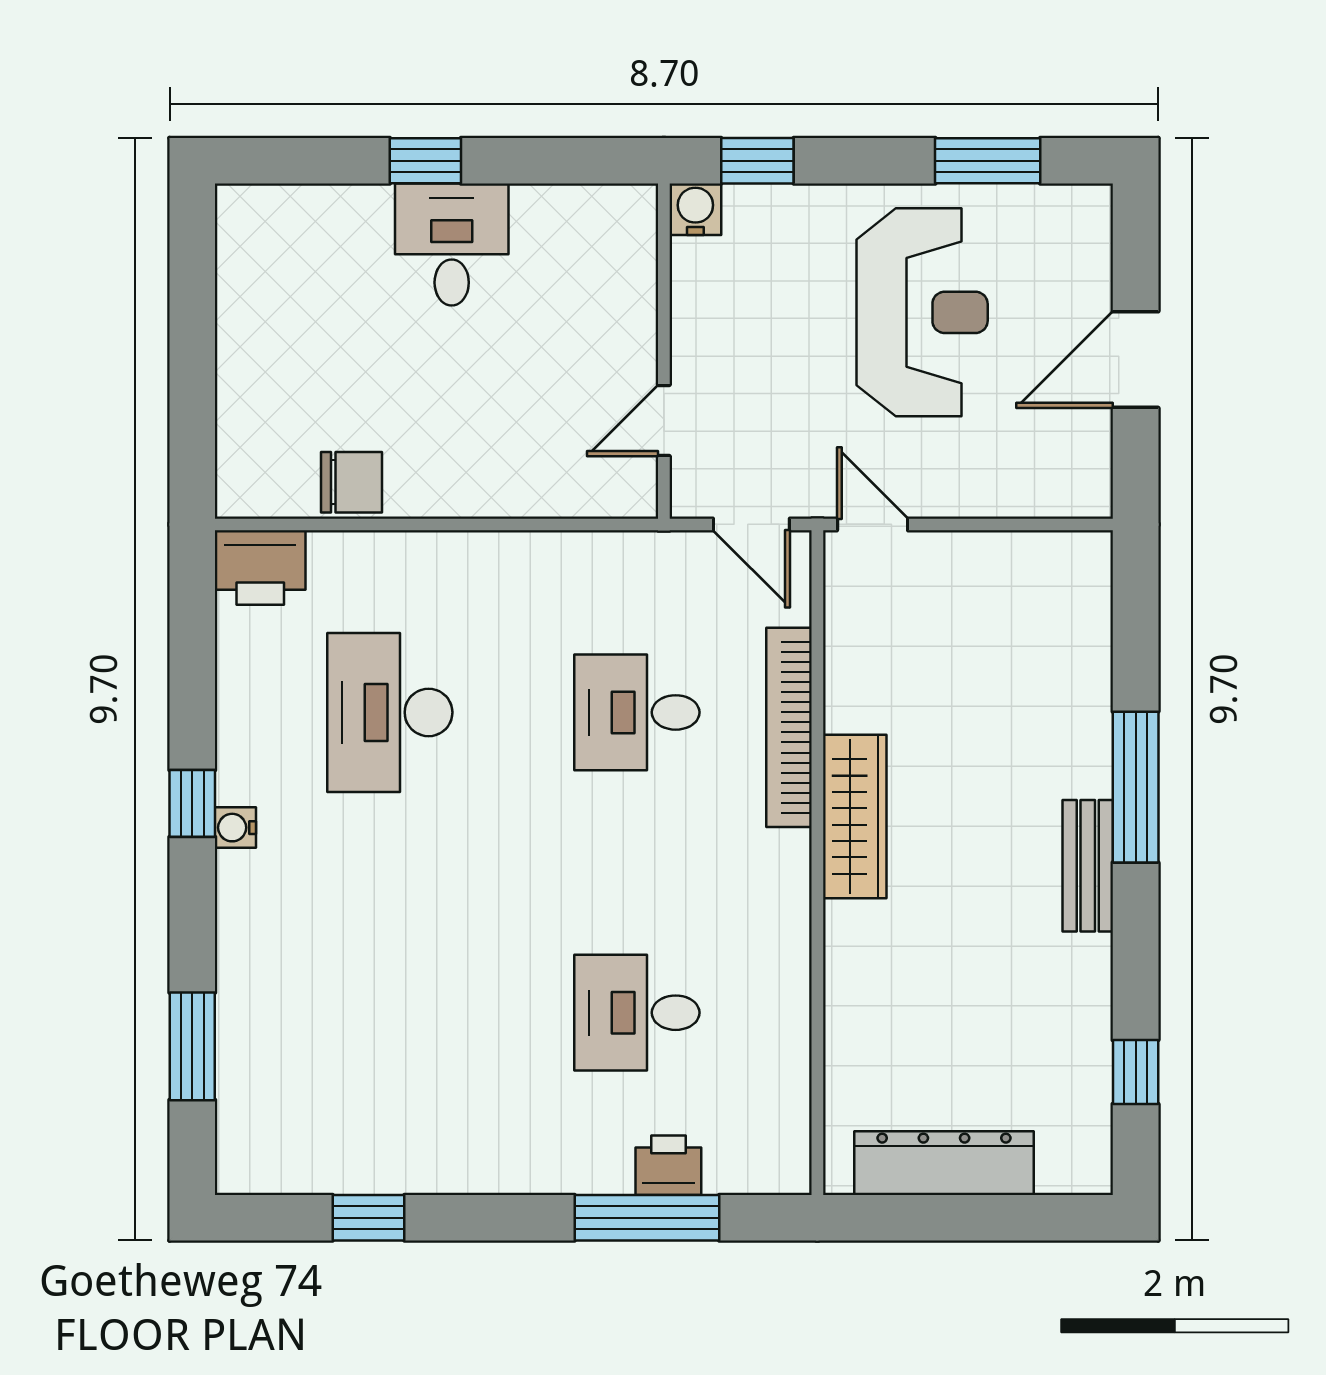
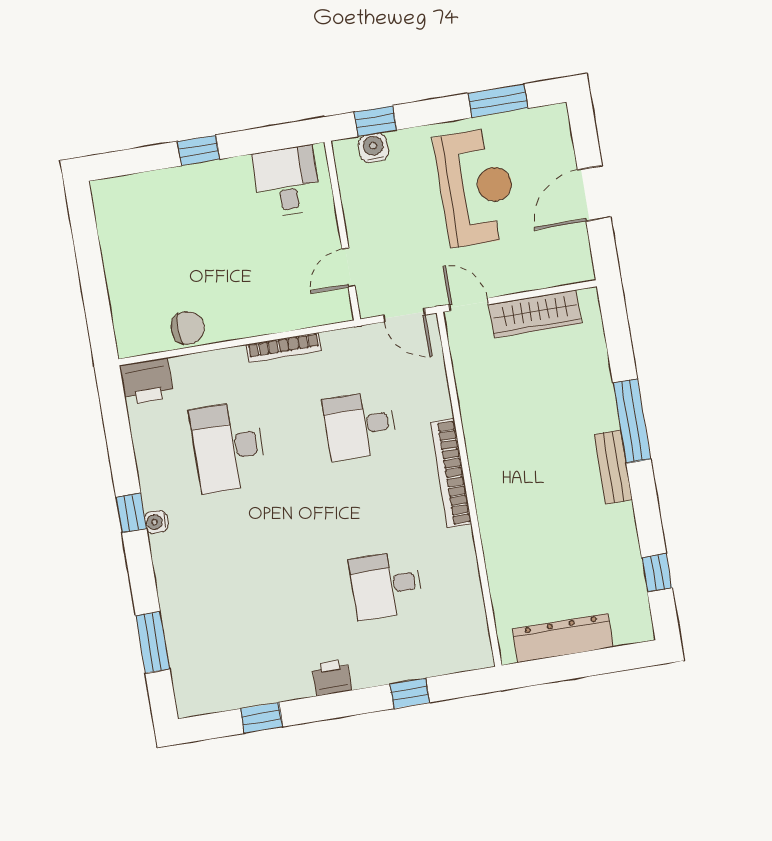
water cooler: (695, 209) -> (373, 148), moved
desk: (452, 245) -> (287, 182), moved
bookcase: (521, 548) -> (284, 348), added
bookcase: (789, 727) -> (451, 473), moved
wardrobe: (855, 817) -> (535, 314), moved, turned 90
printer: (668, 1165) -> (332, 677), moved
window: (647, 1218) -> (410, 693), width x0.46

